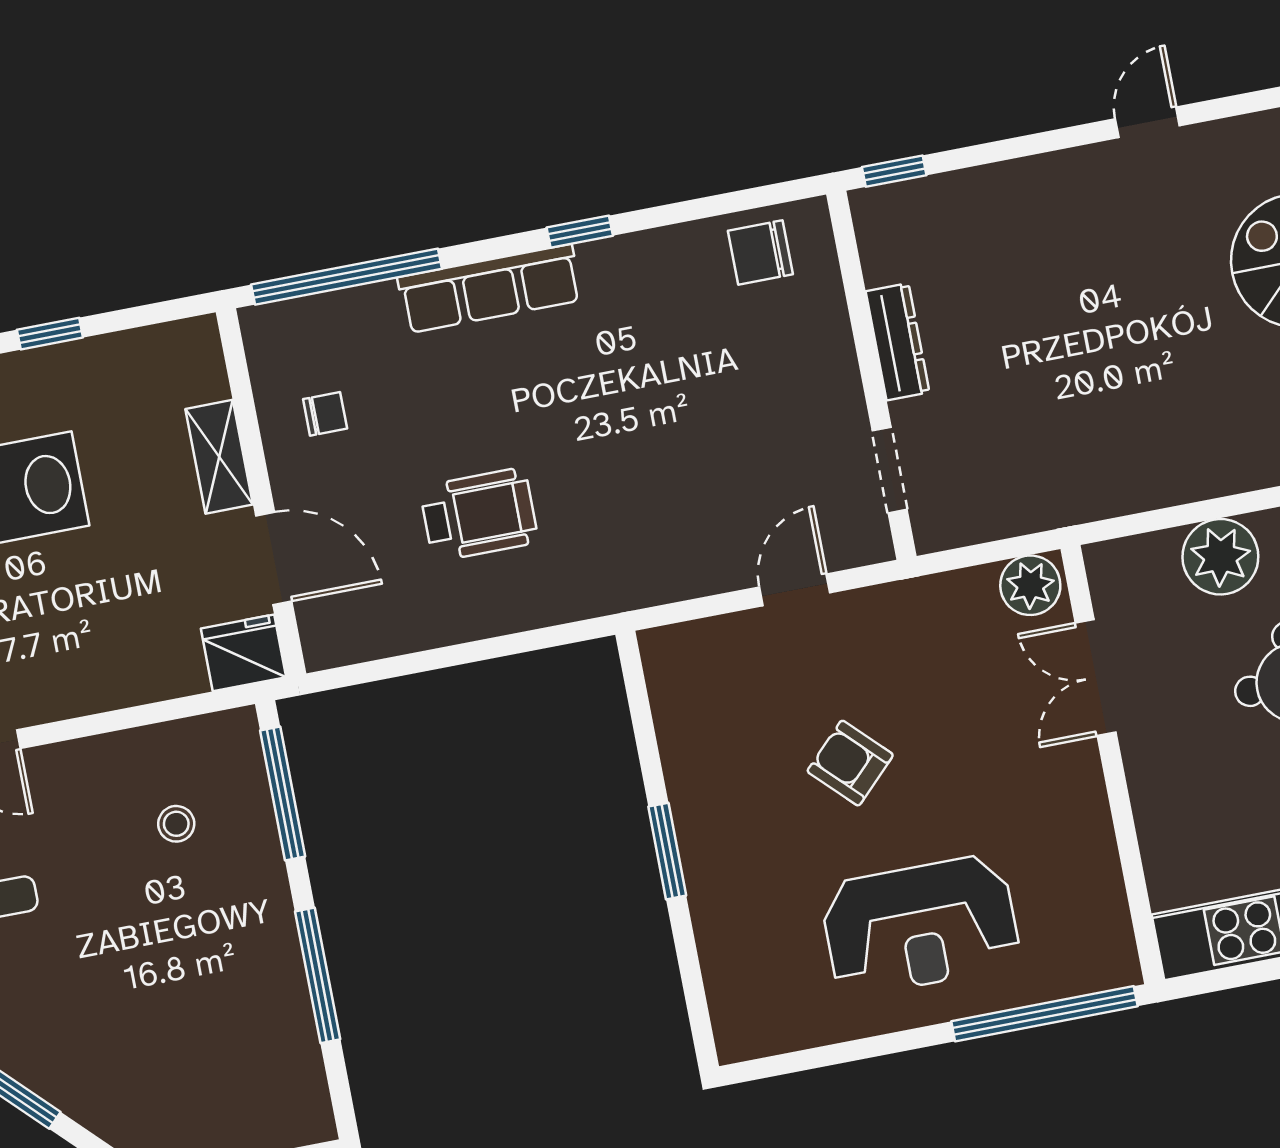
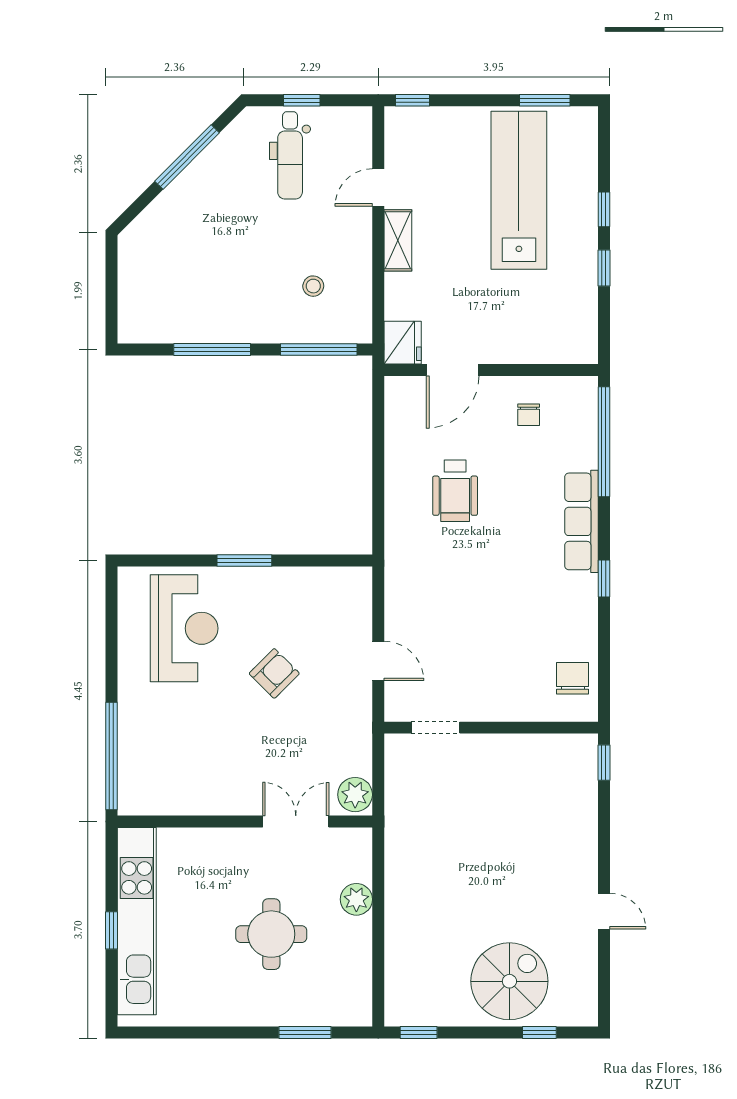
dresser: (898, 342) -> (507, 746), removed
shelving: (219, 457) -> (398, 240), moved, turned 90
plant: (1220, 557) -> (356, 899), width x0.73, depth x0.73
reception desk: (920, 926) -> (184, 628), moved, turned 180

